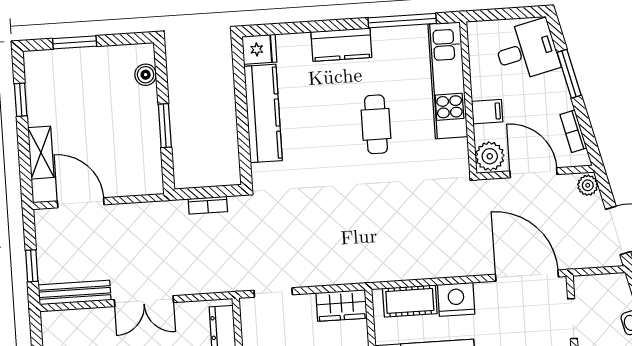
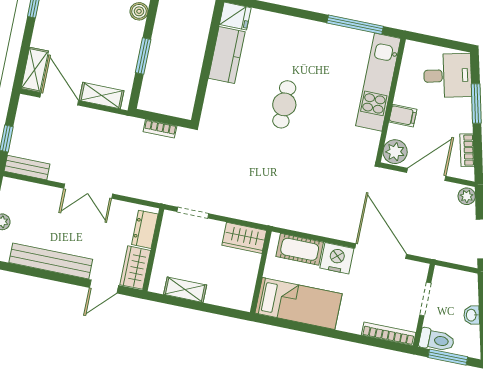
kitchen counter: (341, 45) -> (301, 30), removed
kitchen counter: (263, 113) -> (227, 55), width x0.67
cafe table: (376, 124) -> (284, 104), moved
shelving: (41, 153) -> (35, 70), moved
door: (533, 173) -> (426, 174), hinge flipped
shelving: (129, 185) -> (102, 96), added
door: (527, 276) -> (381, 251), moved
bench: (75, 293) -> (27, 168), width x0.73

